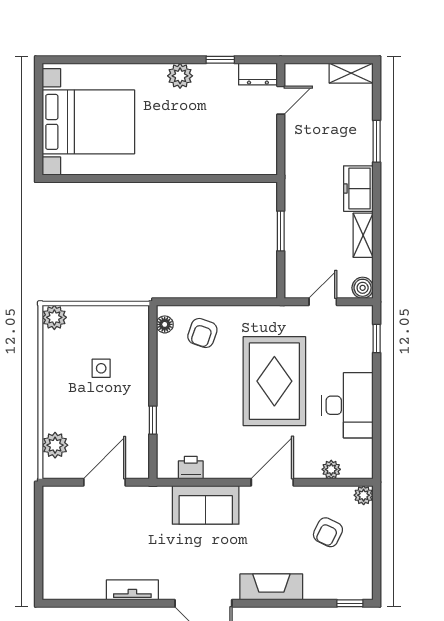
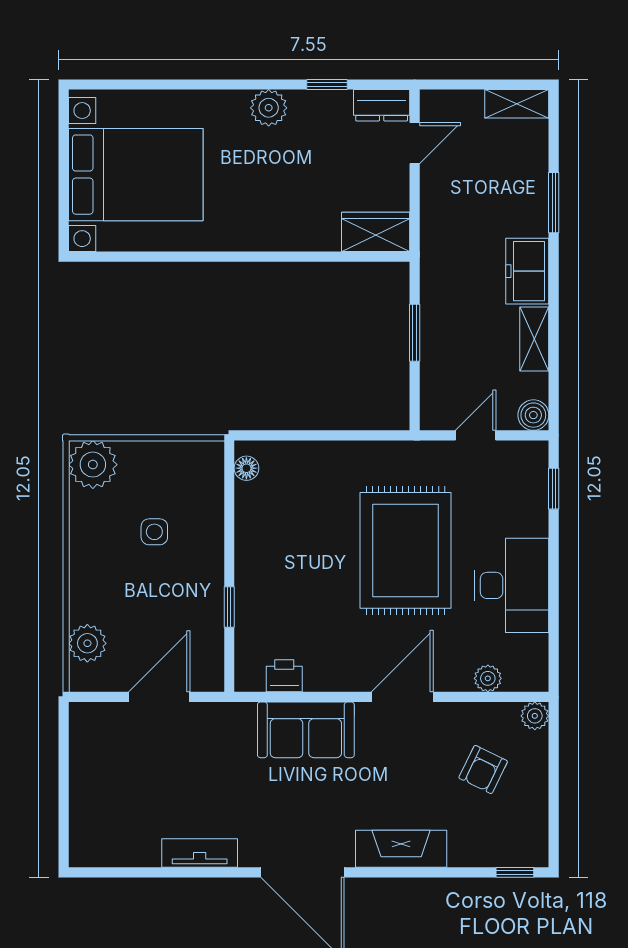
wardrobe: (254, 161) -> (376, 232), added
plant: (54, 317) -> (93, 465), width x1.36, depth x1.36
armchair: (202, 333) -> (301, 481), removed

